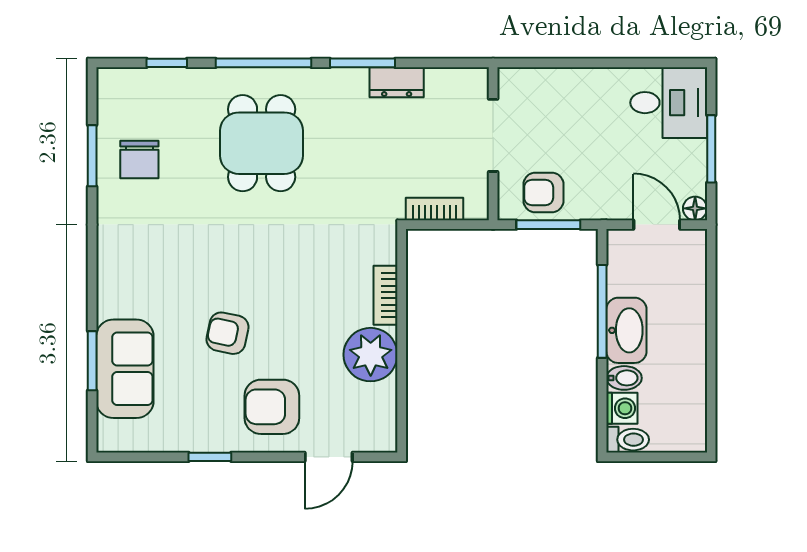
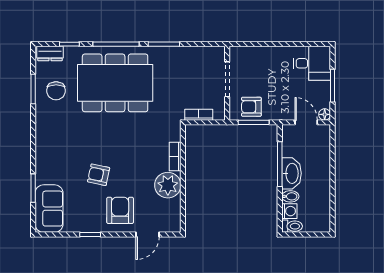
dresser: (397, 82) -> (50, 53), moved
dining table: (262, 143) -> (115, 83), width x1.88, depth x1.24
sofa: (125, 369) -> (49, 209), moved
armchair: (272, 407) -> (120, 210), turned 90

